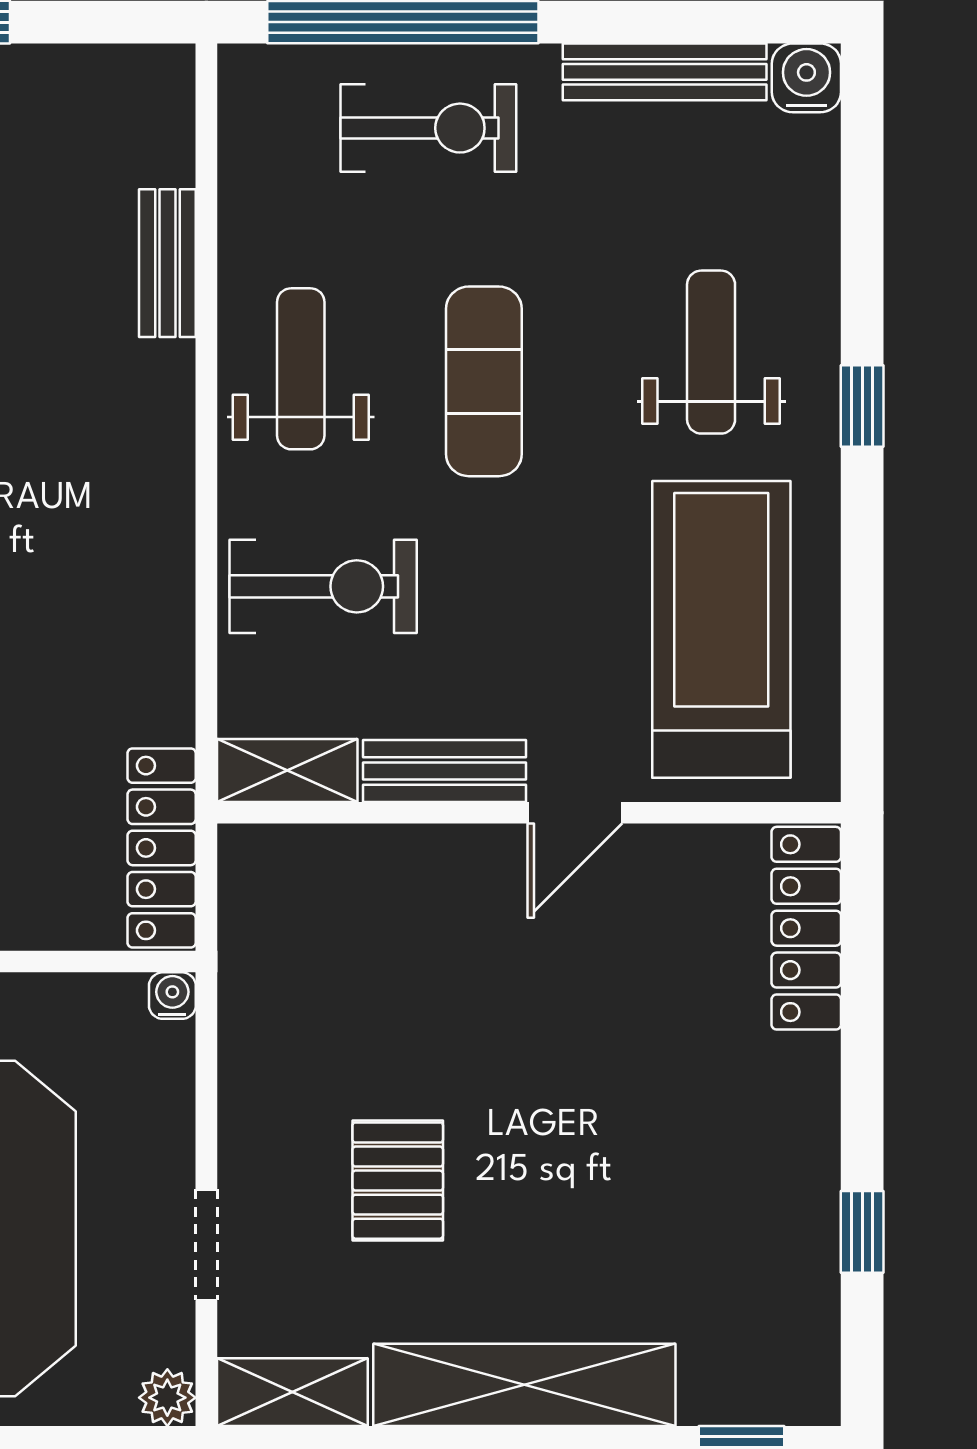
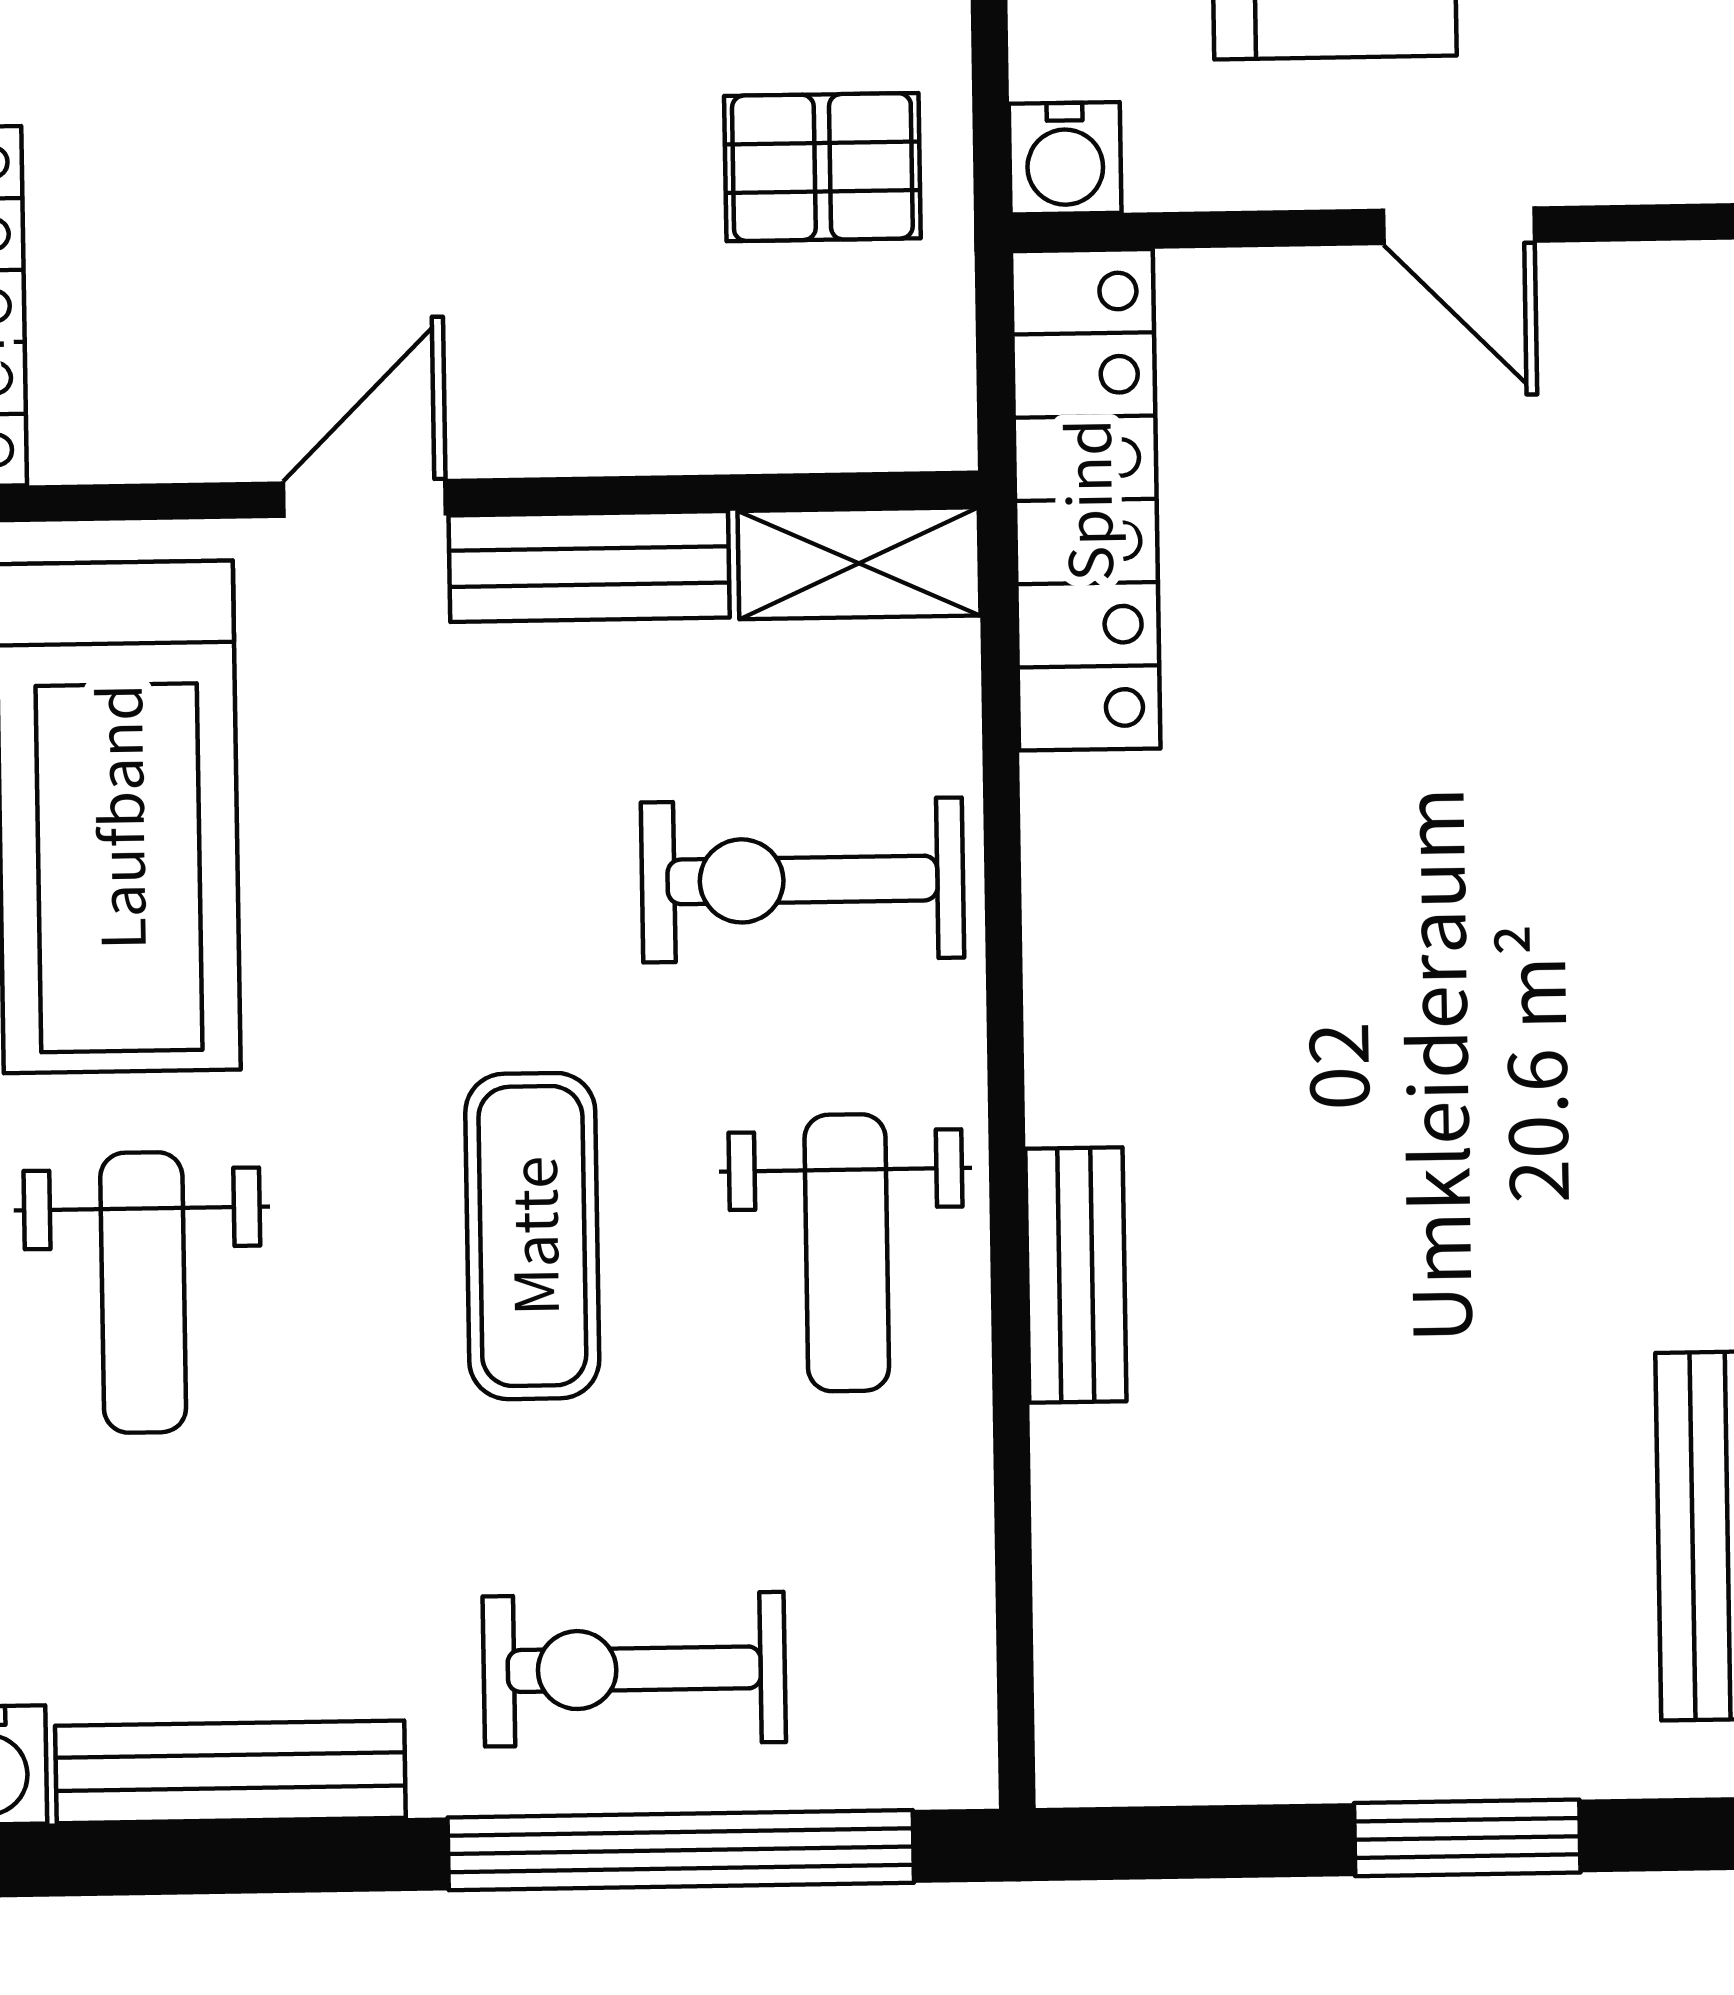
bench: (167, 263) -> (1076, 1275), moved
locker: (162, 848) -> (1086, 500), width x1.41, depth x1.21
water cooler: (172, 996) -> (1065, 158), width x1.38, depth x1.38
pallet: (305, 1002) -> (822, 167), added

